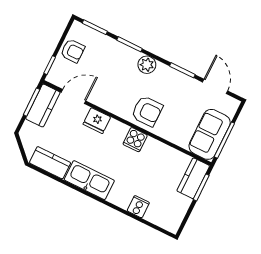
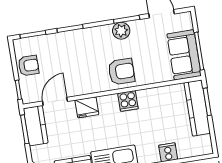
plant: (147, 65) -> (121, 31), moved
kitchen counter: (193, 178) -> (197, 108), width x1.50

